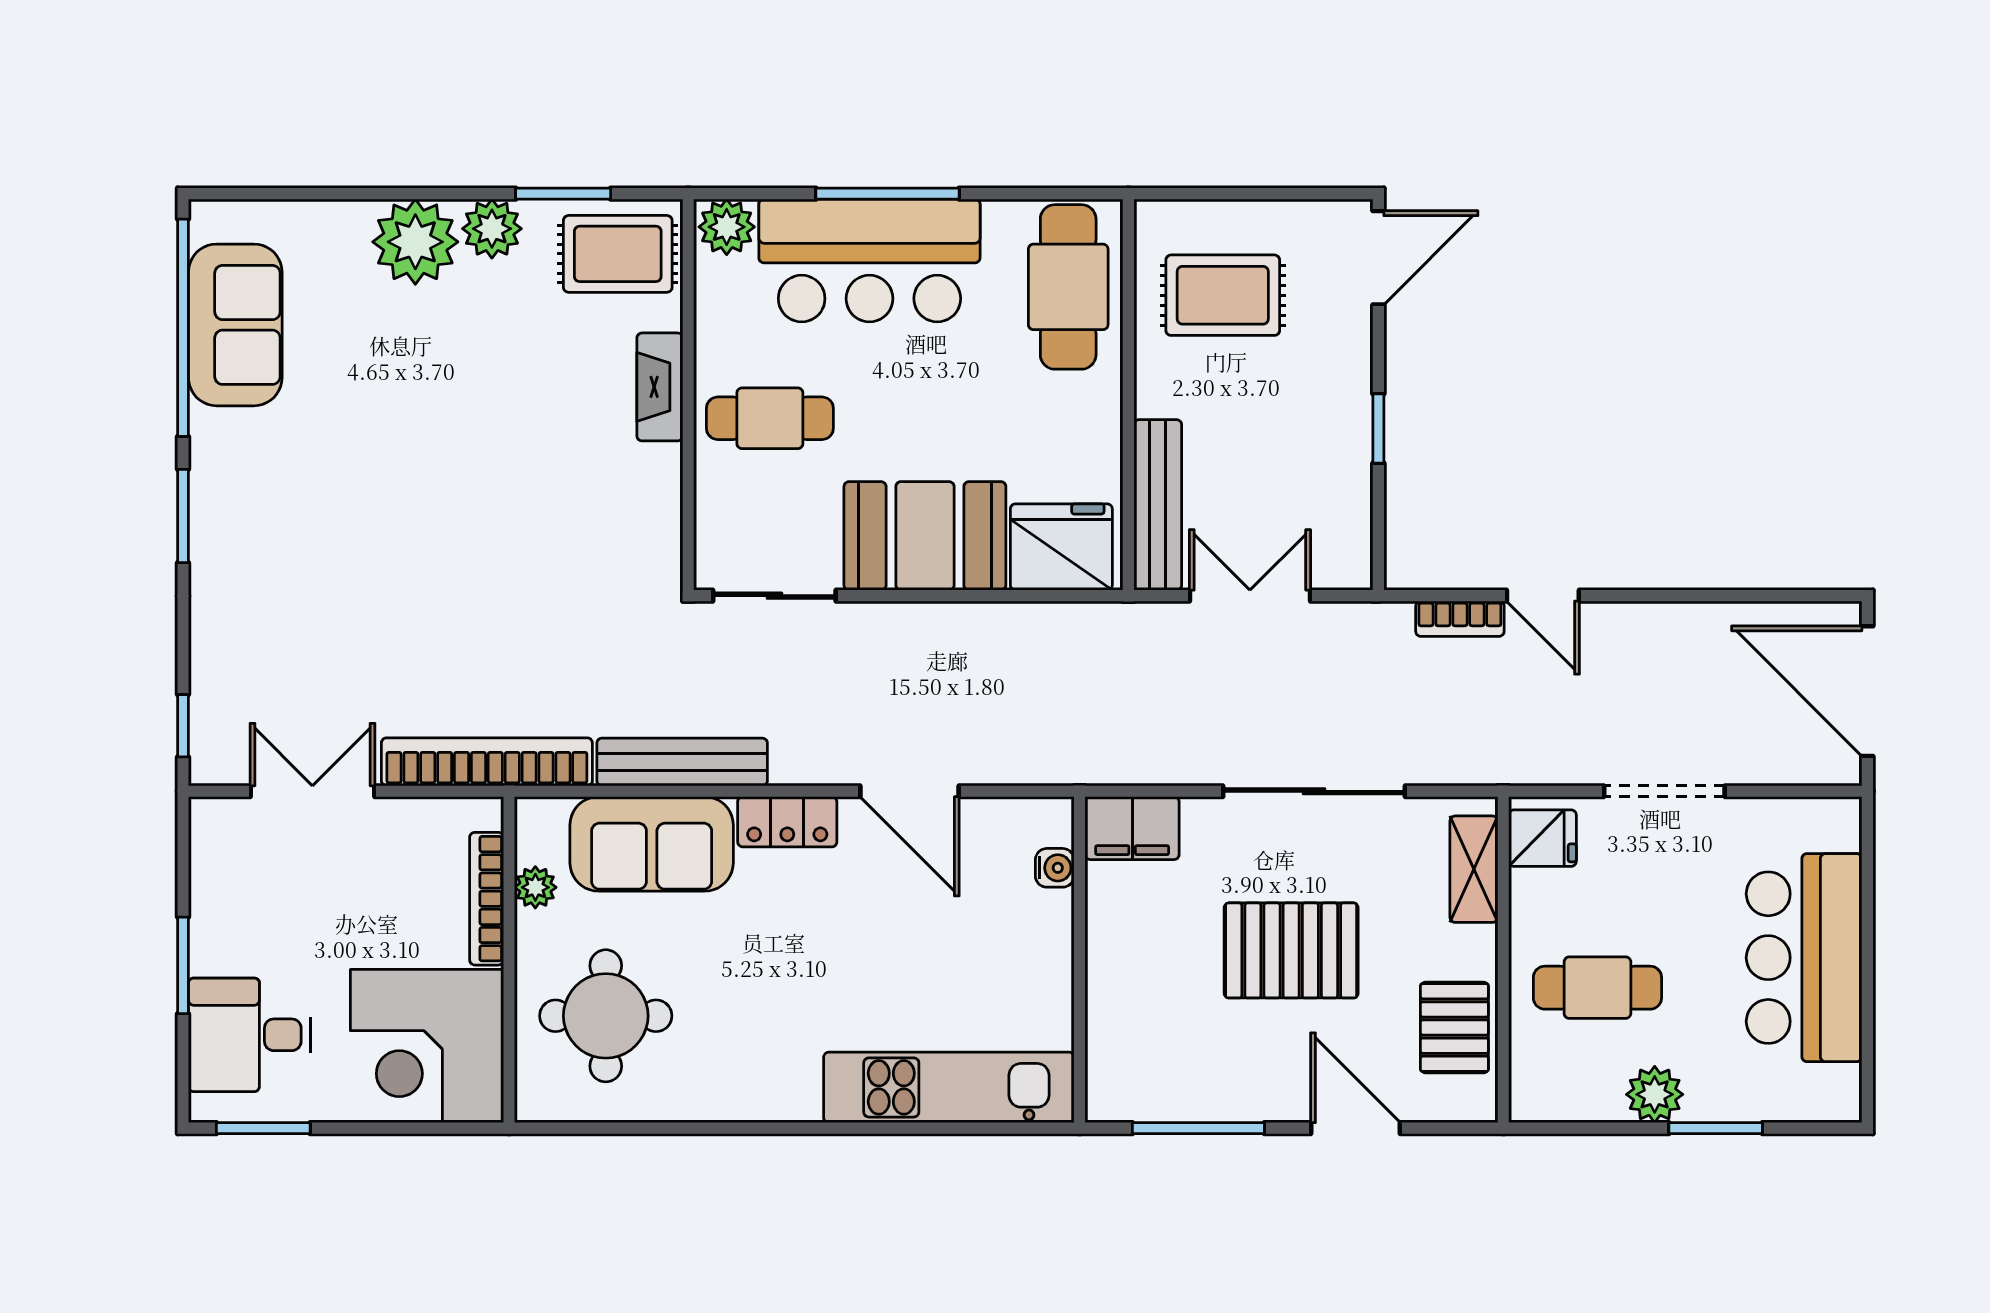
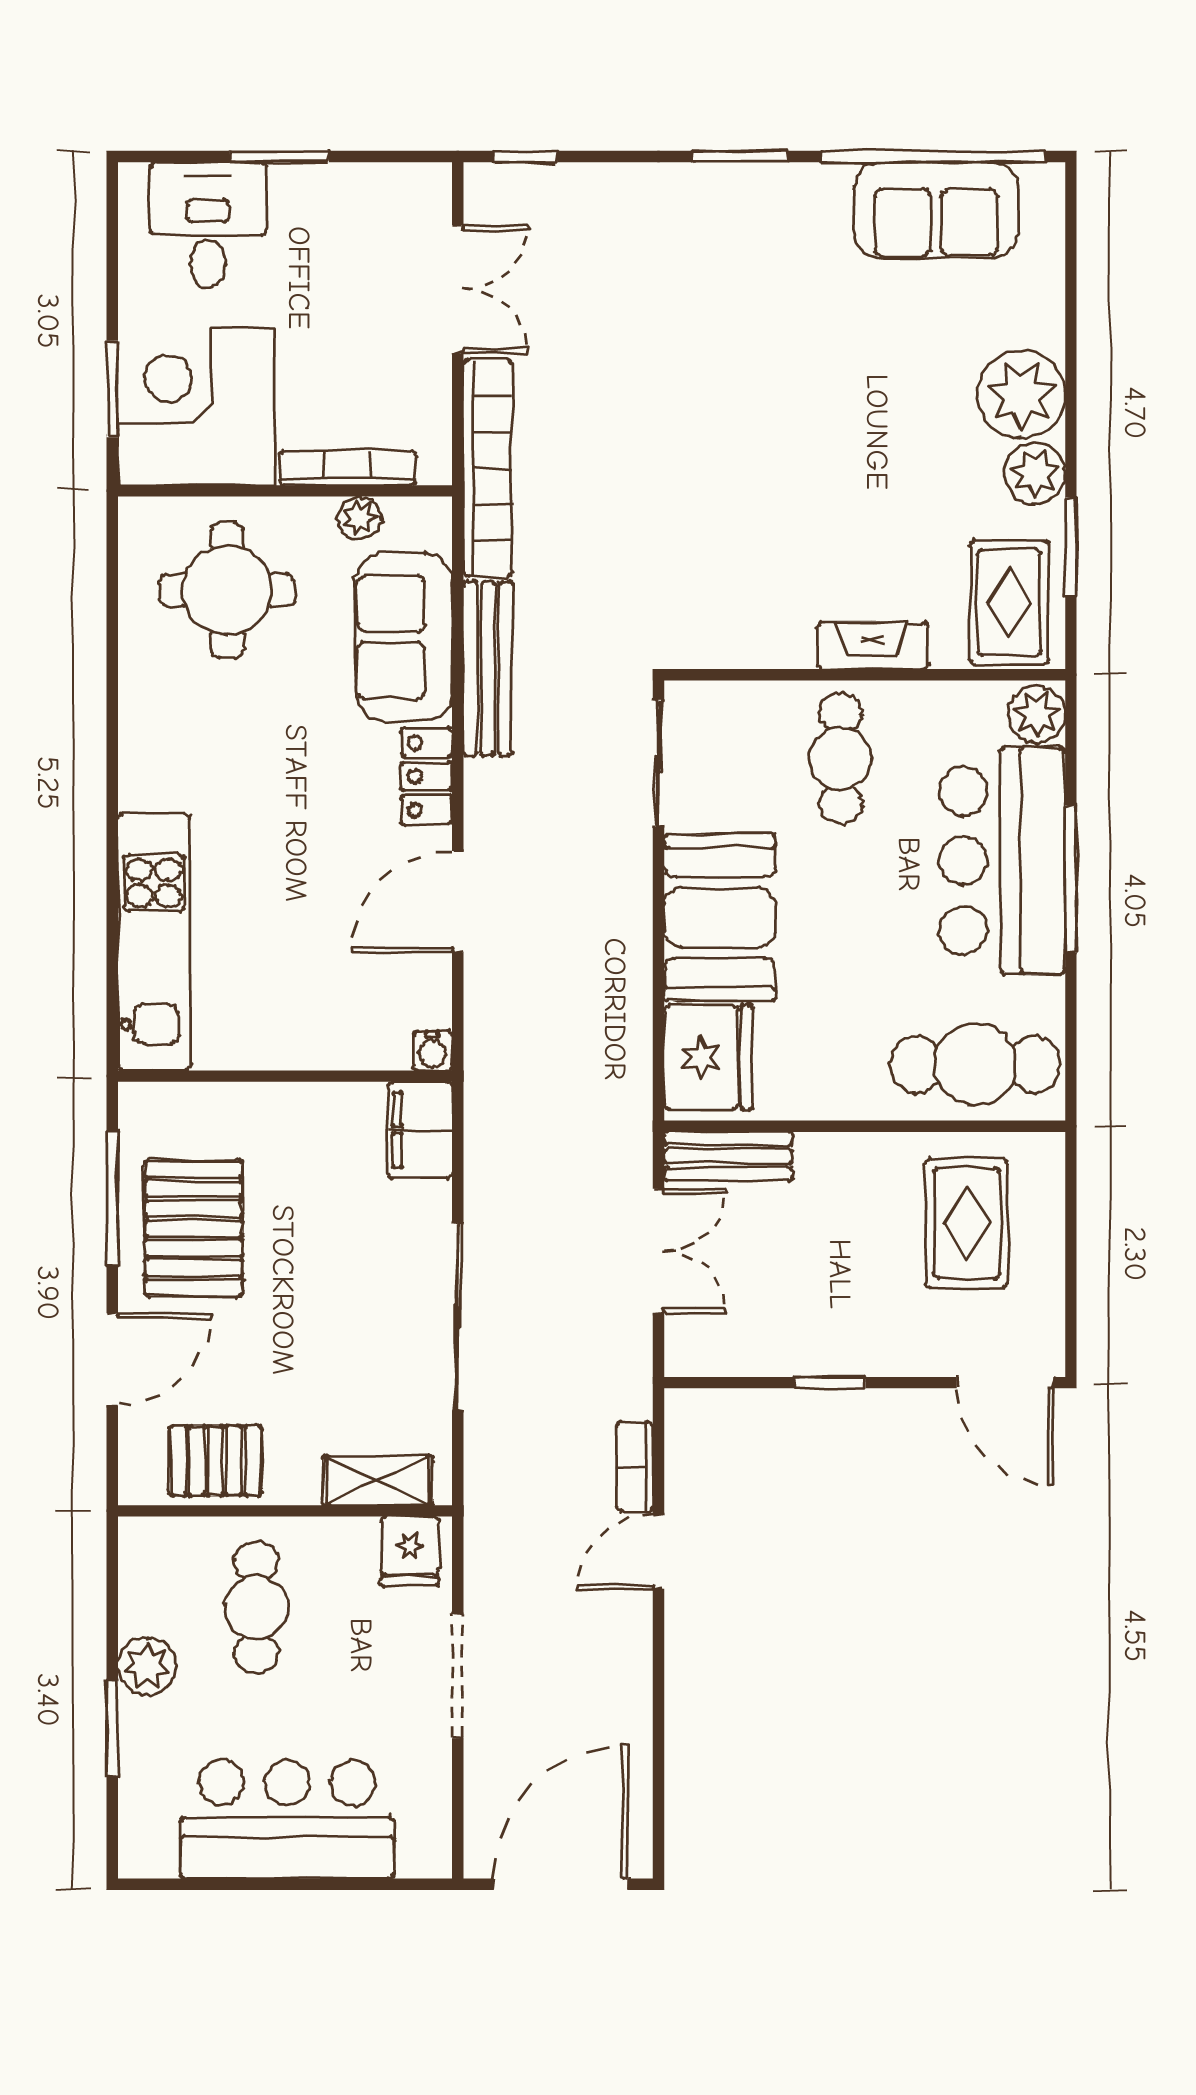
bench: (1158, 505) -> (728, 1156), width x0.73
water cooler: (1055, 868) -> (432, 1051), moved
pallet: (1291, 950) -> (194, 1228), moved
window: (263, 1128) -> (112, 389), moved

